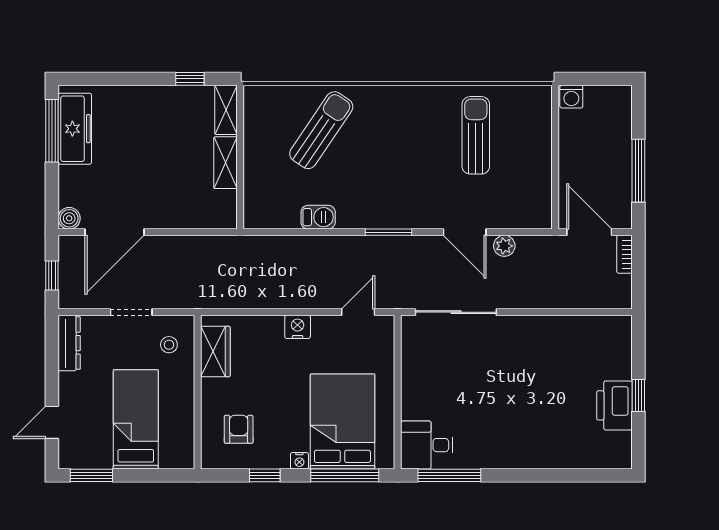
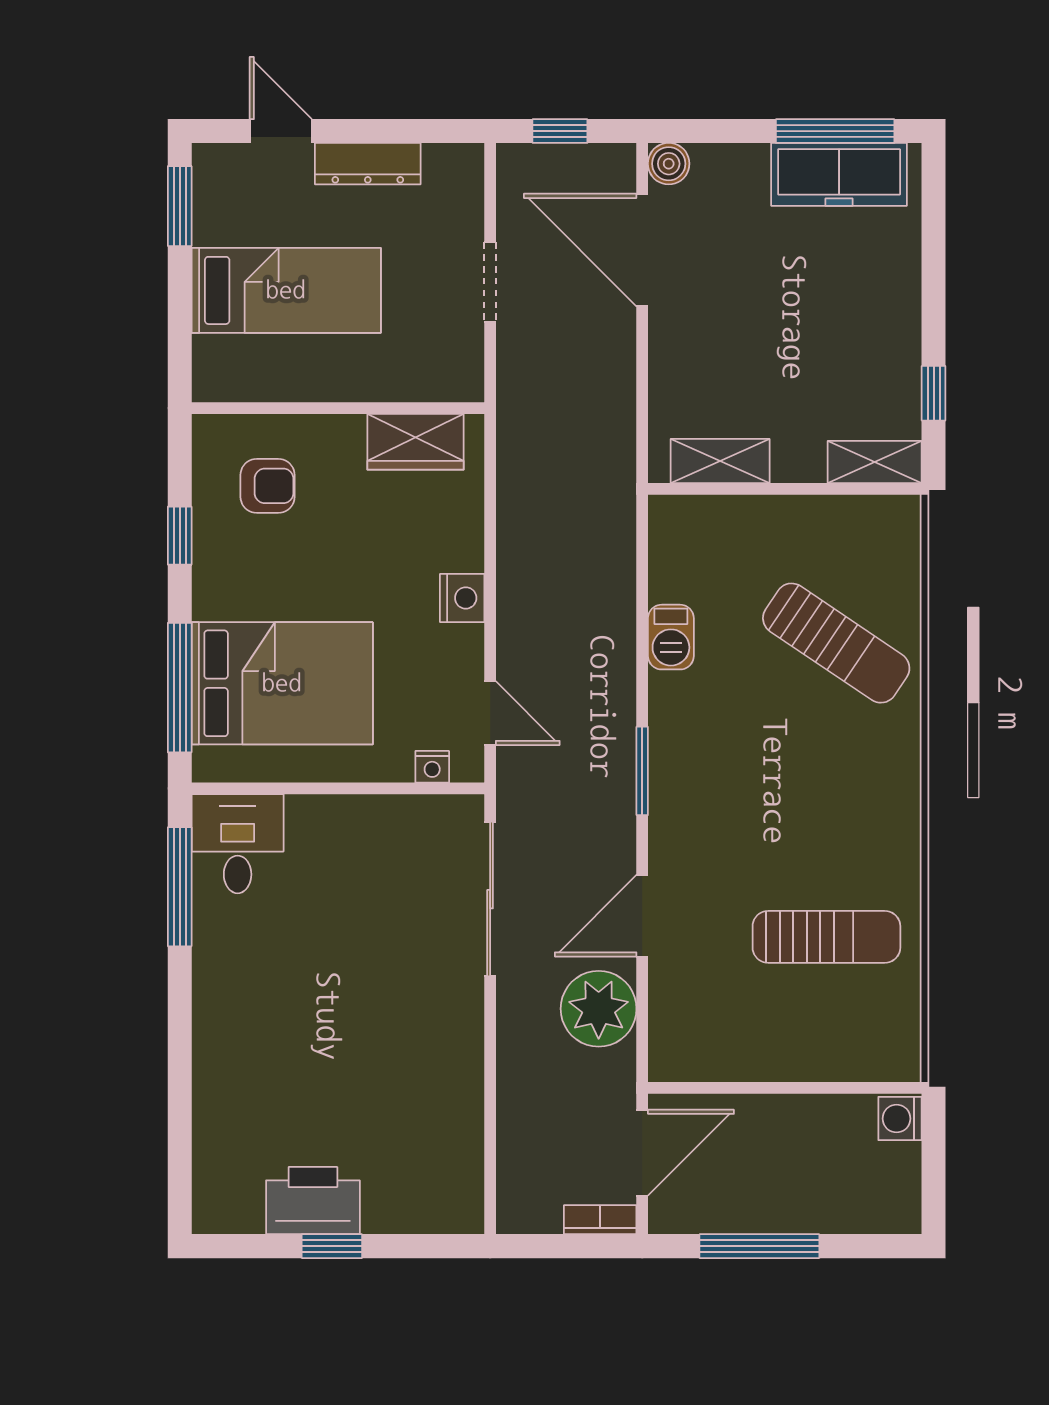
shelving: (226, 163) -> (720, 461), moved
plant: (504, 246) -> (599, 1009), width x1.87, depth x1.87
dresser: (69, 343) -> (368, 164), moved
stool: (169, 345) -> (428, 353), removed
nightstand: (299, 461) -> (432, 767), moved, turned -90

